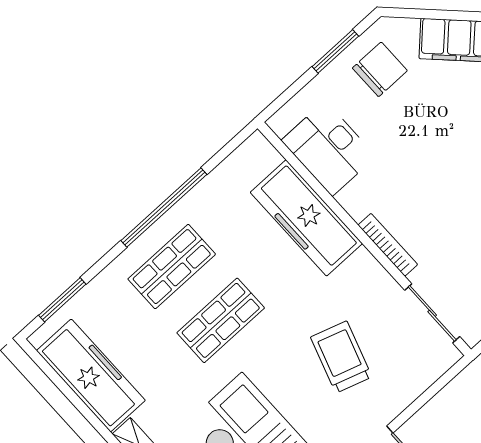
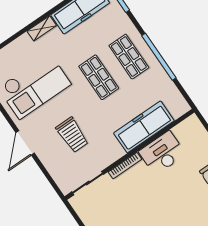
desk: (329, 148) -> (162, 153), moved
trolley: (341, 357) -> (72, 135), turned 72

